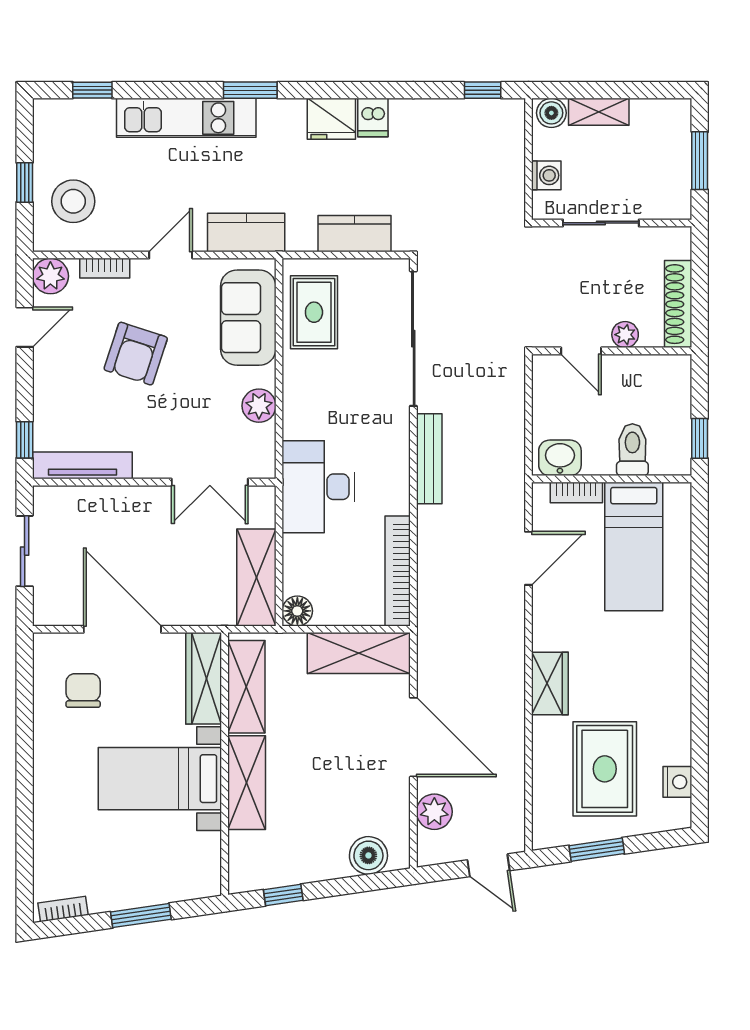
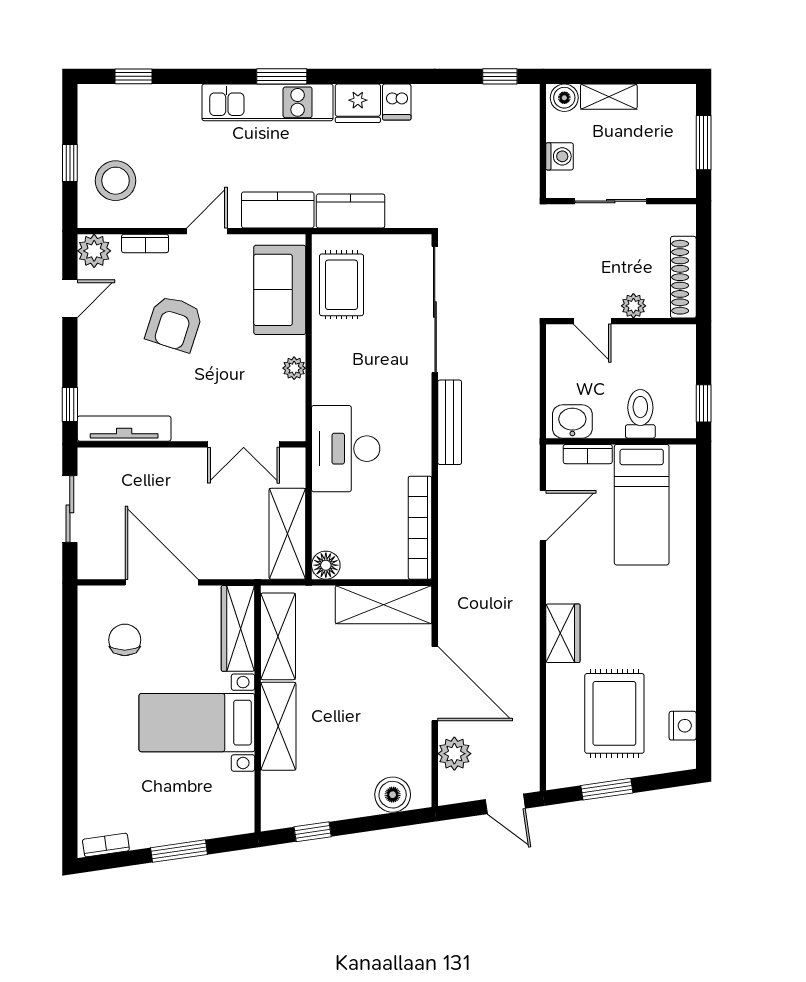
kitchen unit: (186, 118) -> (267, 102), moved
kitchen counter: (354, 234) -> (351, 211), moved
plant: (259, 406) -> (294, 368), width x0.73, depth x0.73

